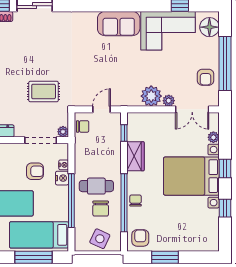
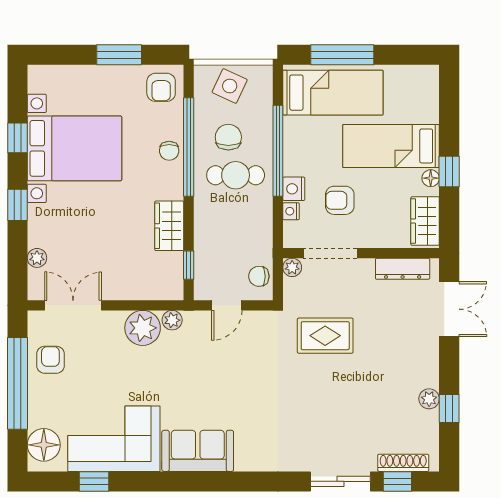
plant: (169, 101) -> (172, 320), moved
bed with nightstands: (191, 176) -> (74, 148), moved

